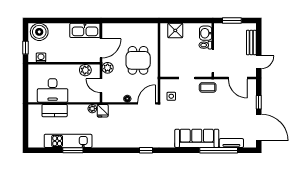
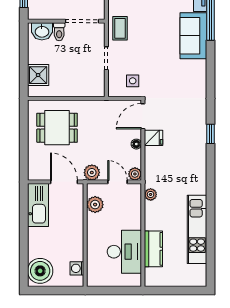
window: (26, 48) -> (63, 291), removed
dining table: (138, 60) -> (57, 128), moved
door: (101, 86) -> (118, 182), swing flipped
plant: (107, 98) -> (135, 174), added
door: (147, 103) -> (143, 116), hinge flipped
fridge: (103, 111) -> (154, 138), moved
sofa: (197, 138) -> (193, 36), width x0.73
window: (73, 150) -> (210, 222), removed
window: (146, 150) -> (210, 134), moved

